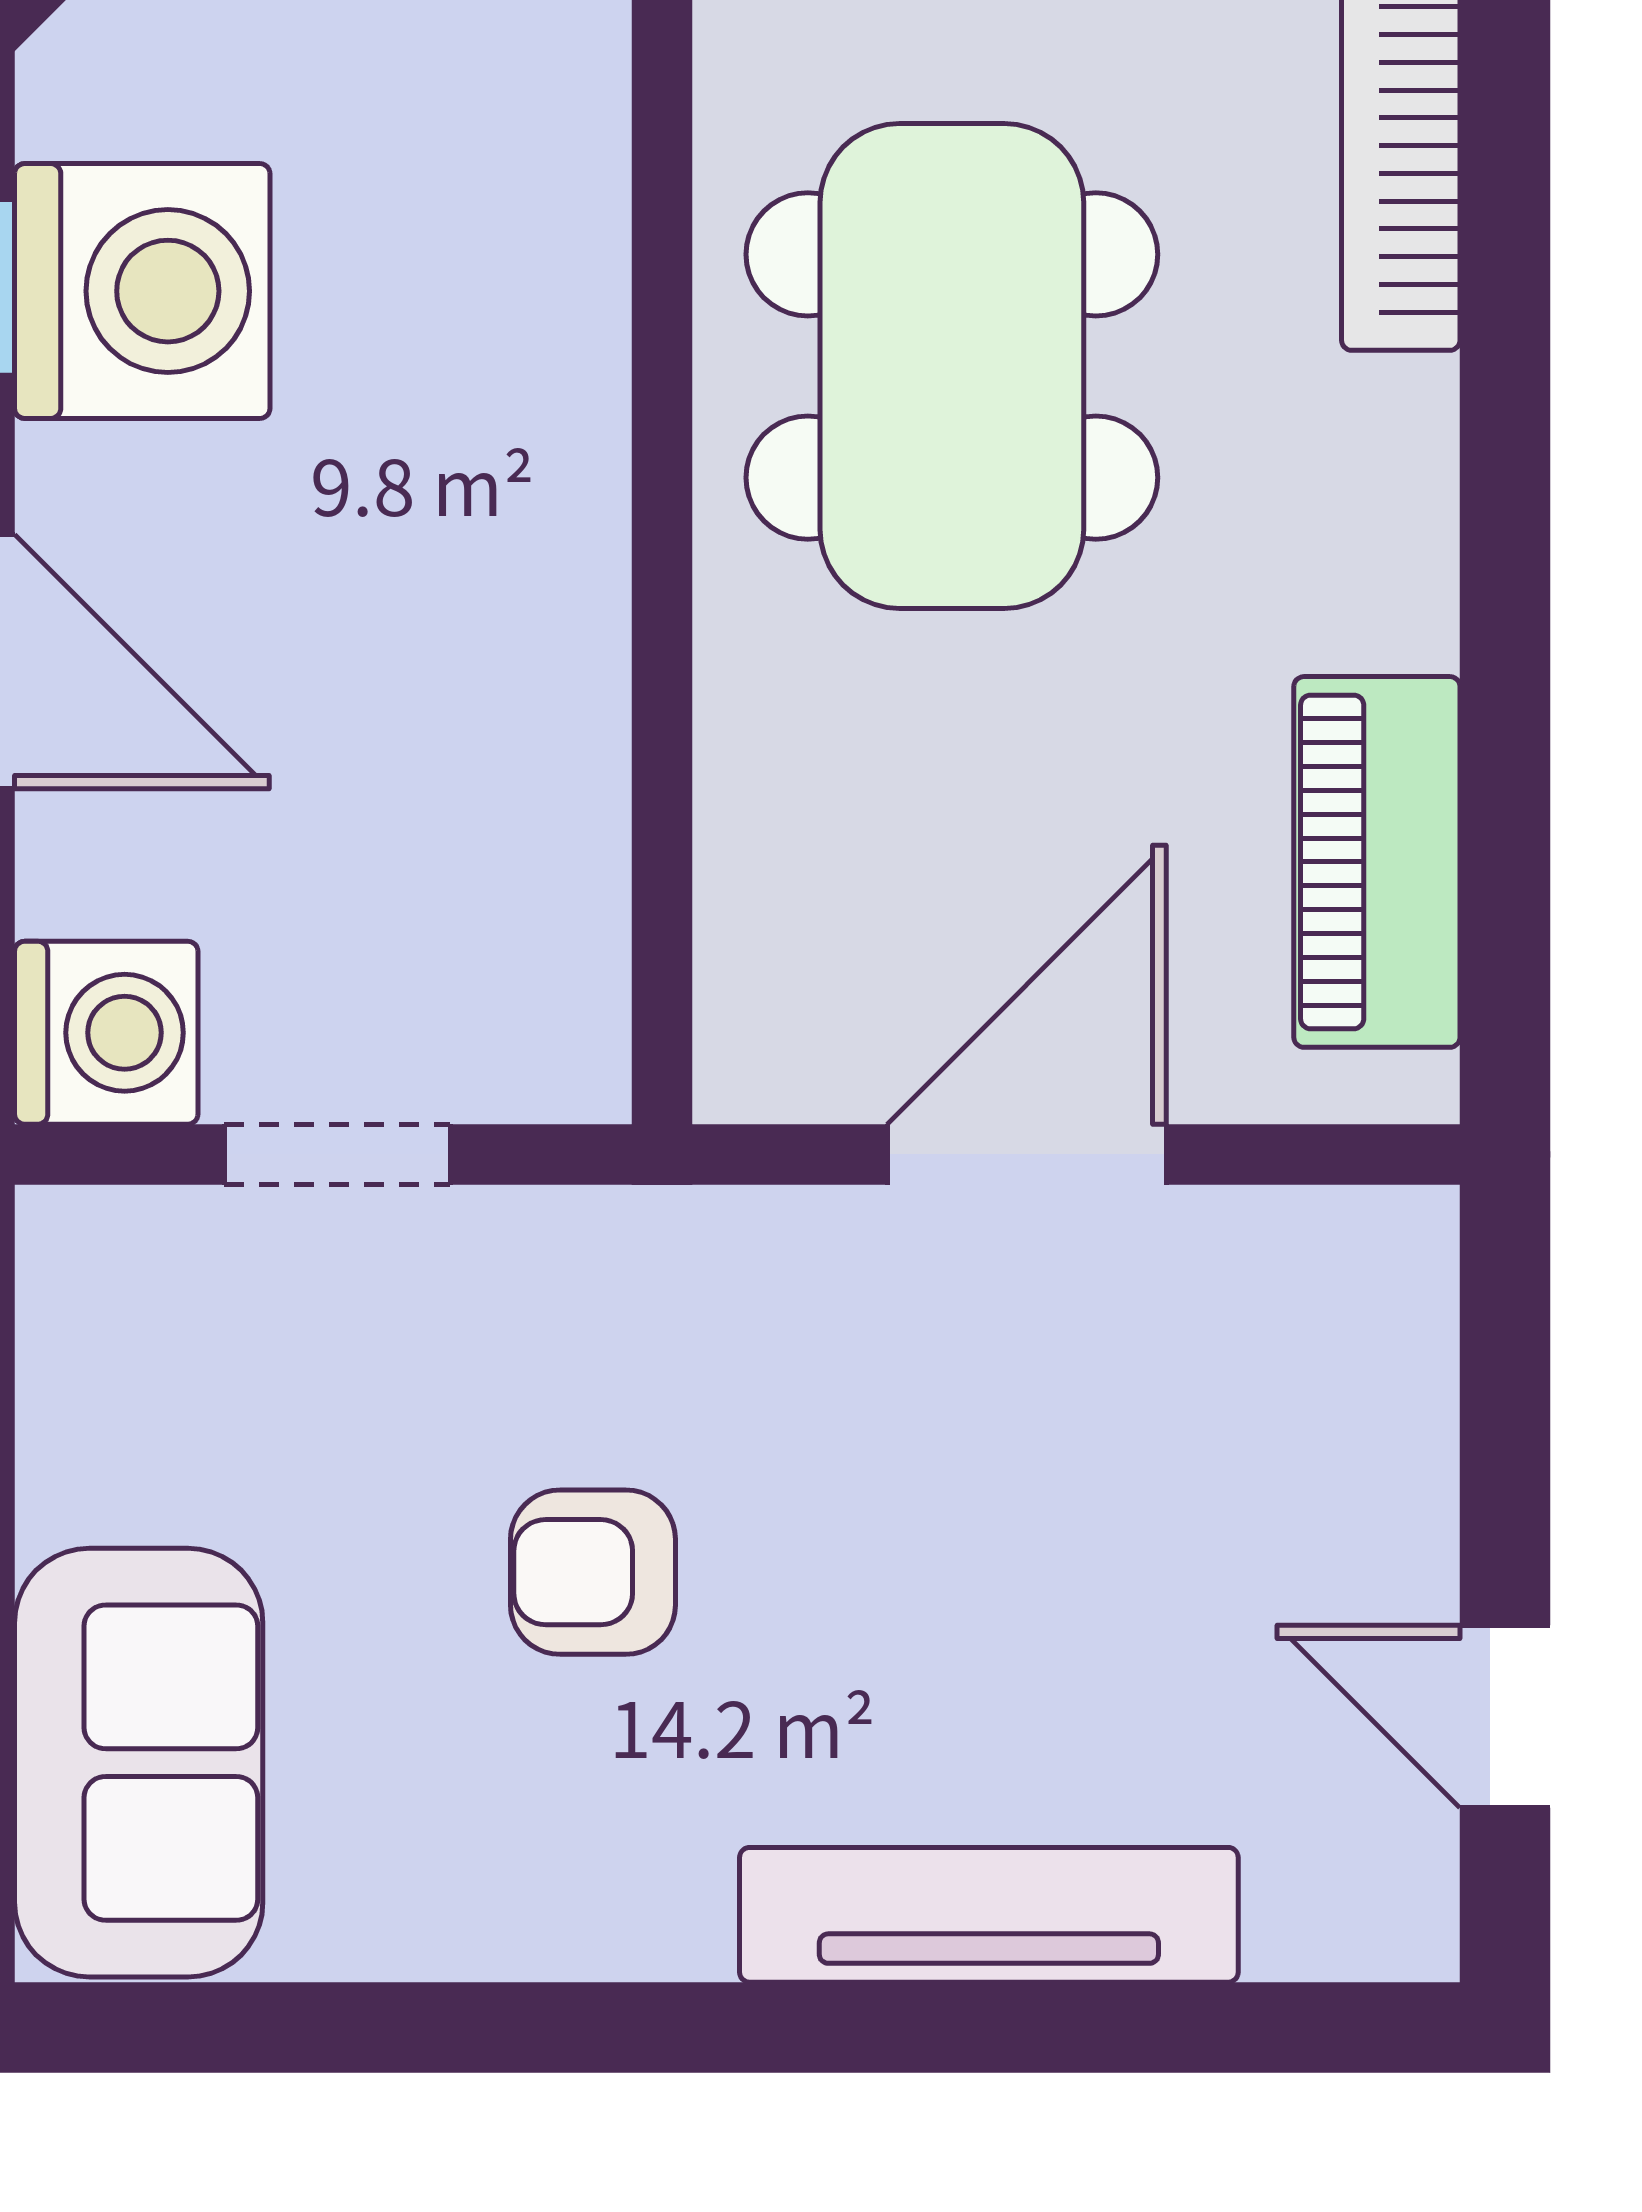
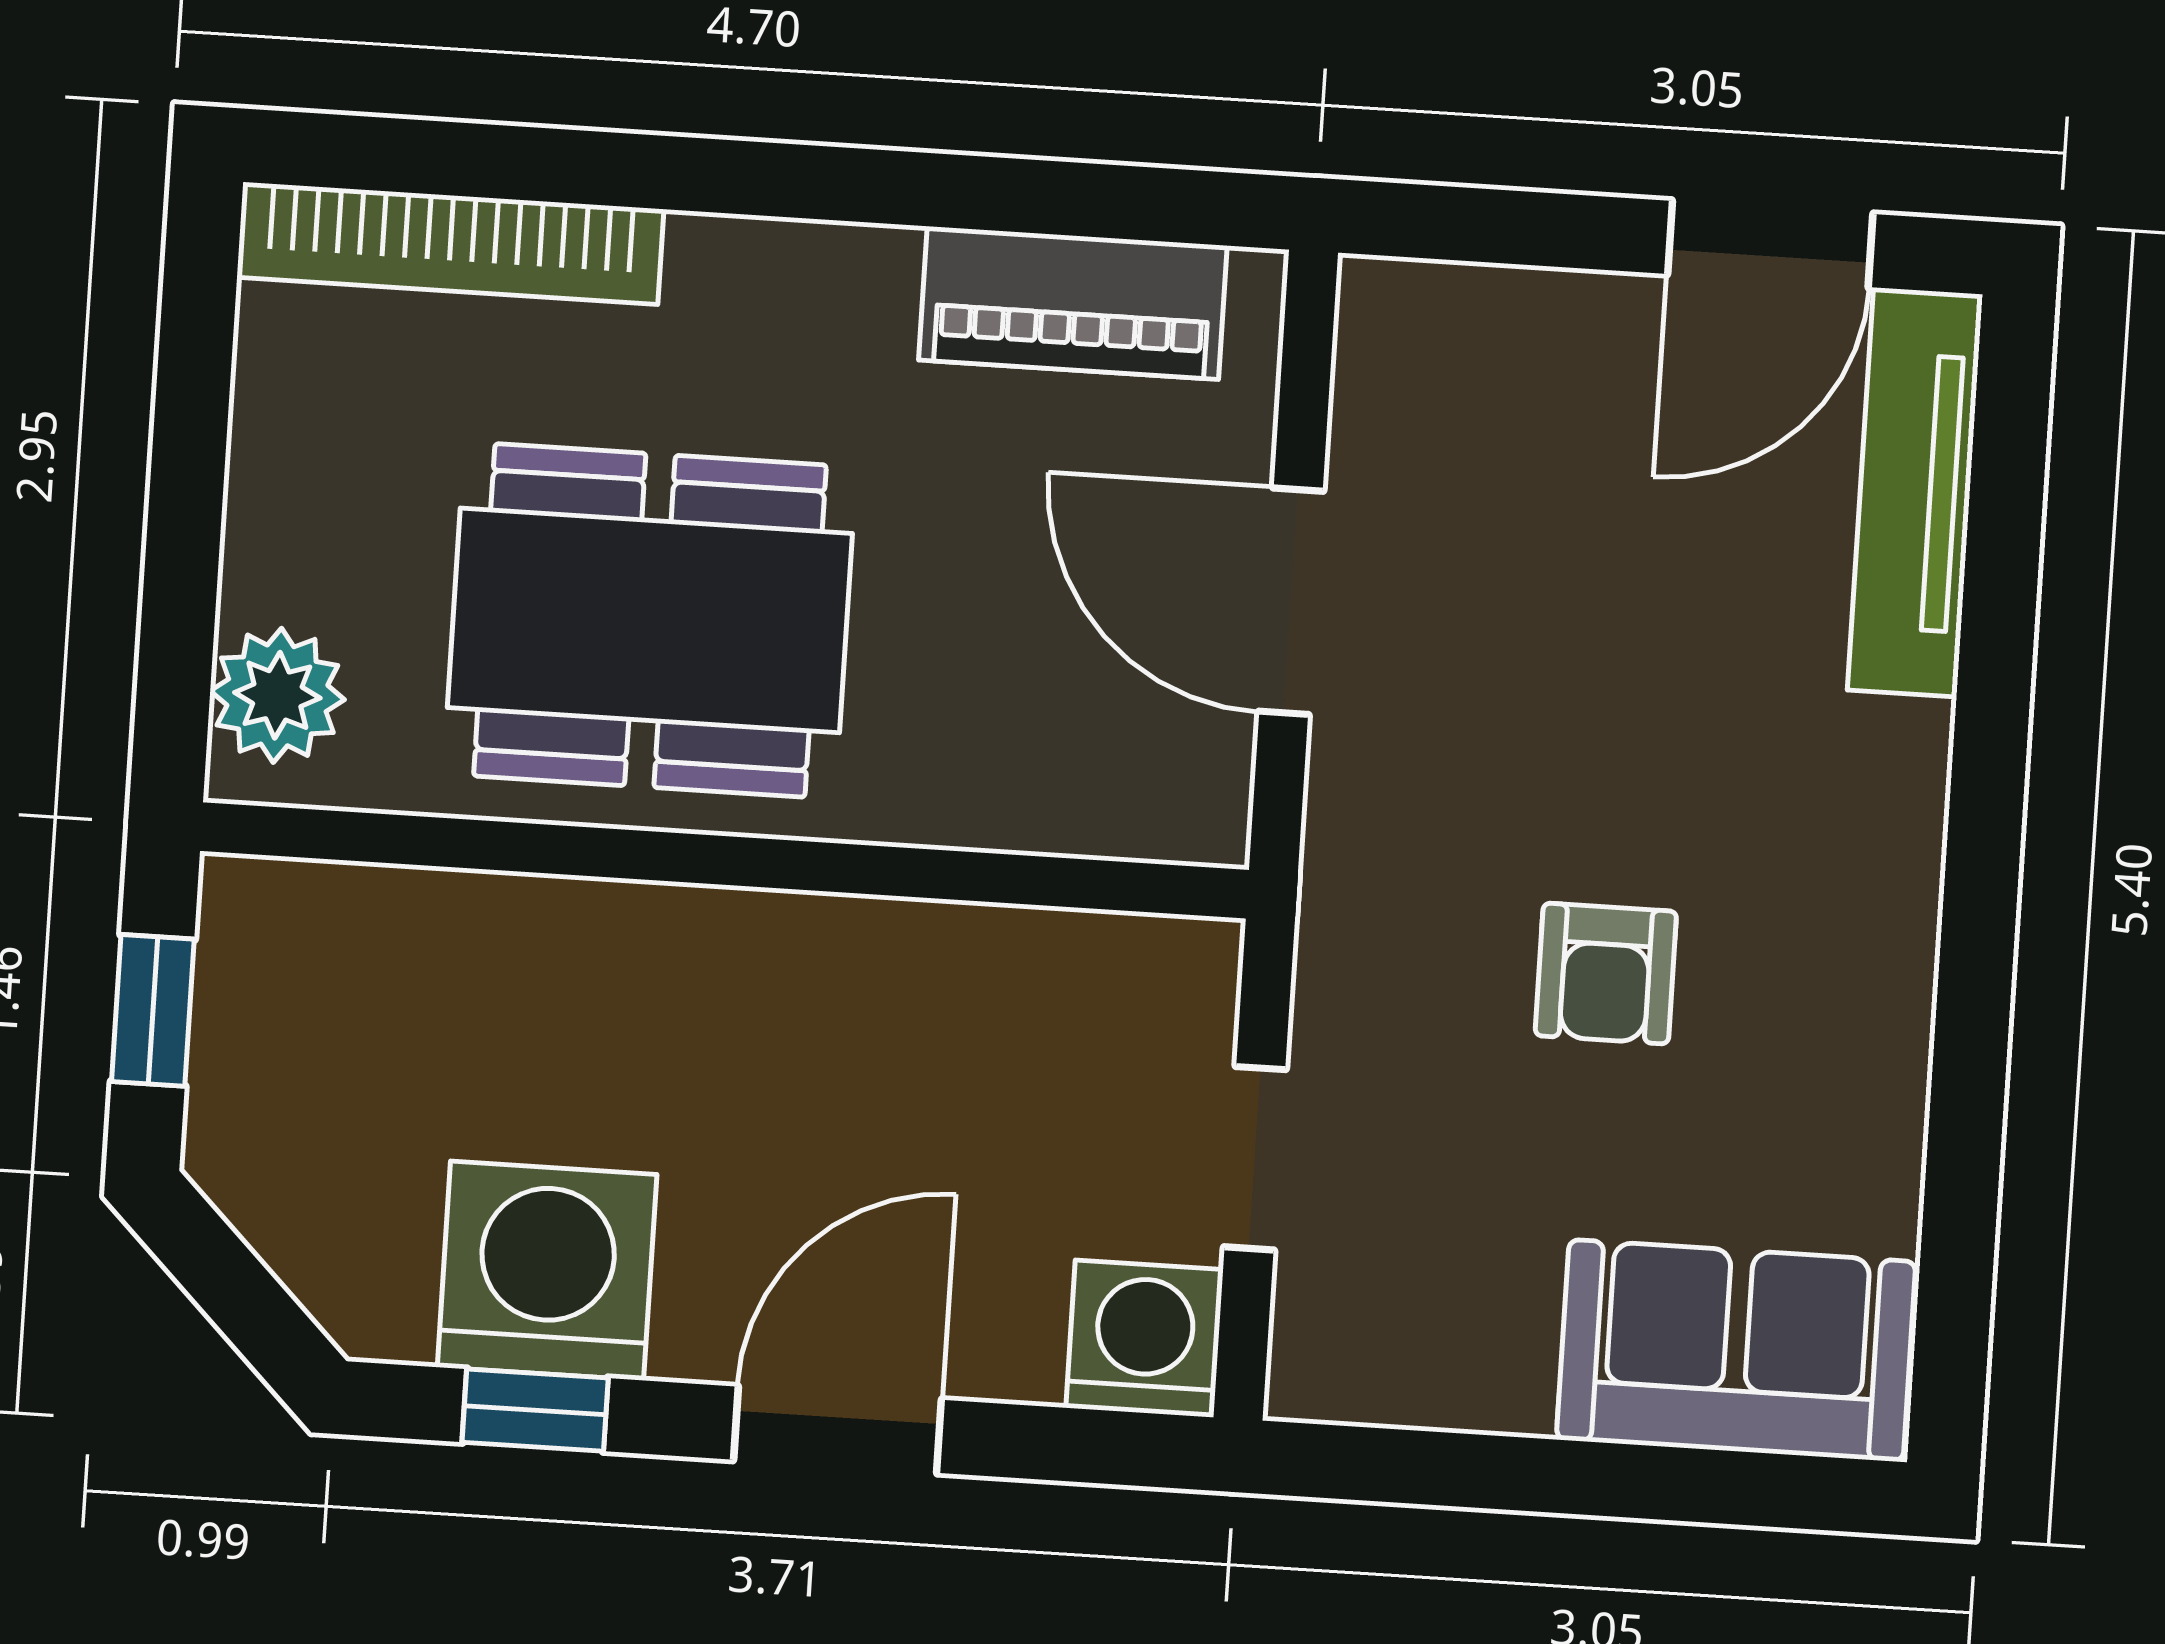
door: (1505, 1717) -> (1770, 244), width x1.38
tv unit: (989, 1915) -> (1915, 492), moved

